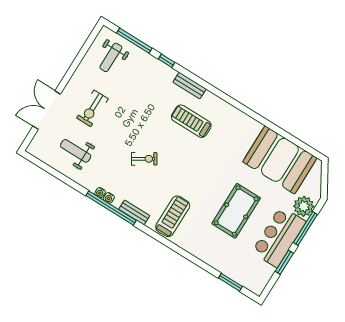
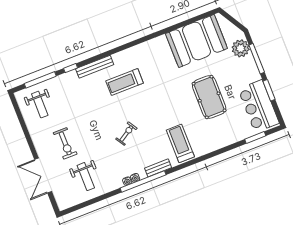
bench: (190, 86) -> (95, 67), width x1.36
weight bench: (76, 151) -> (86, 177), turned -90
bar counter: (279, 237) -> (259, 106), moved

